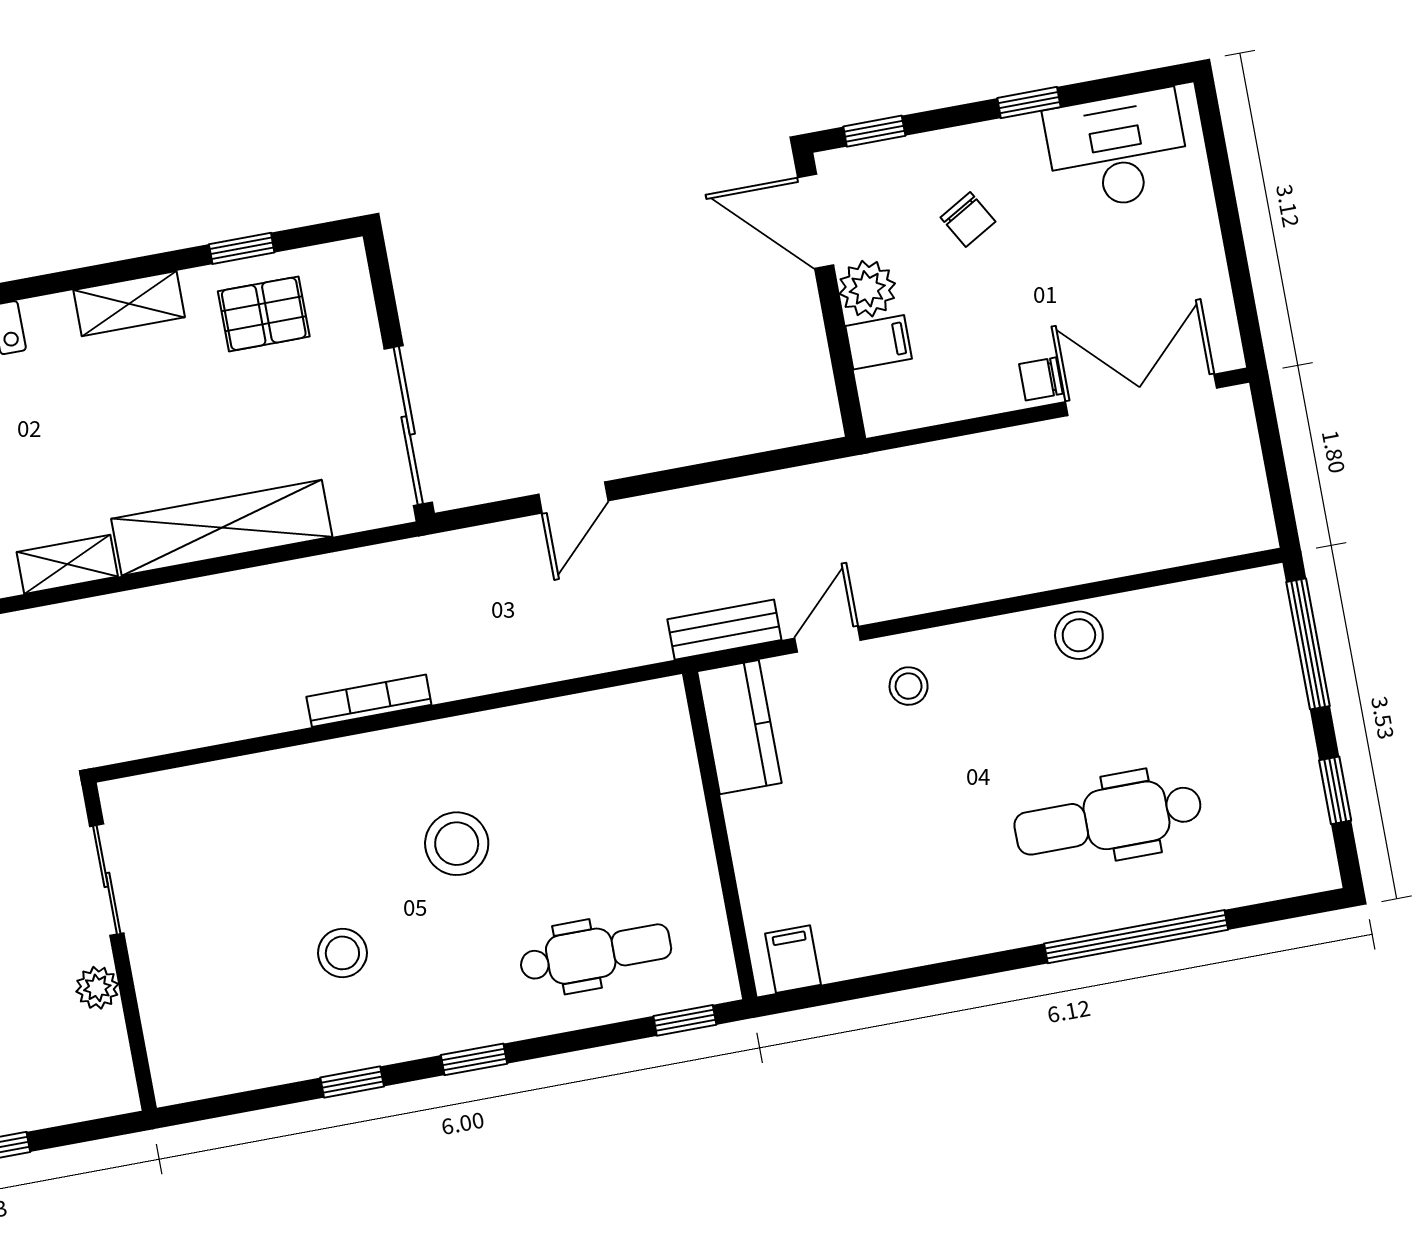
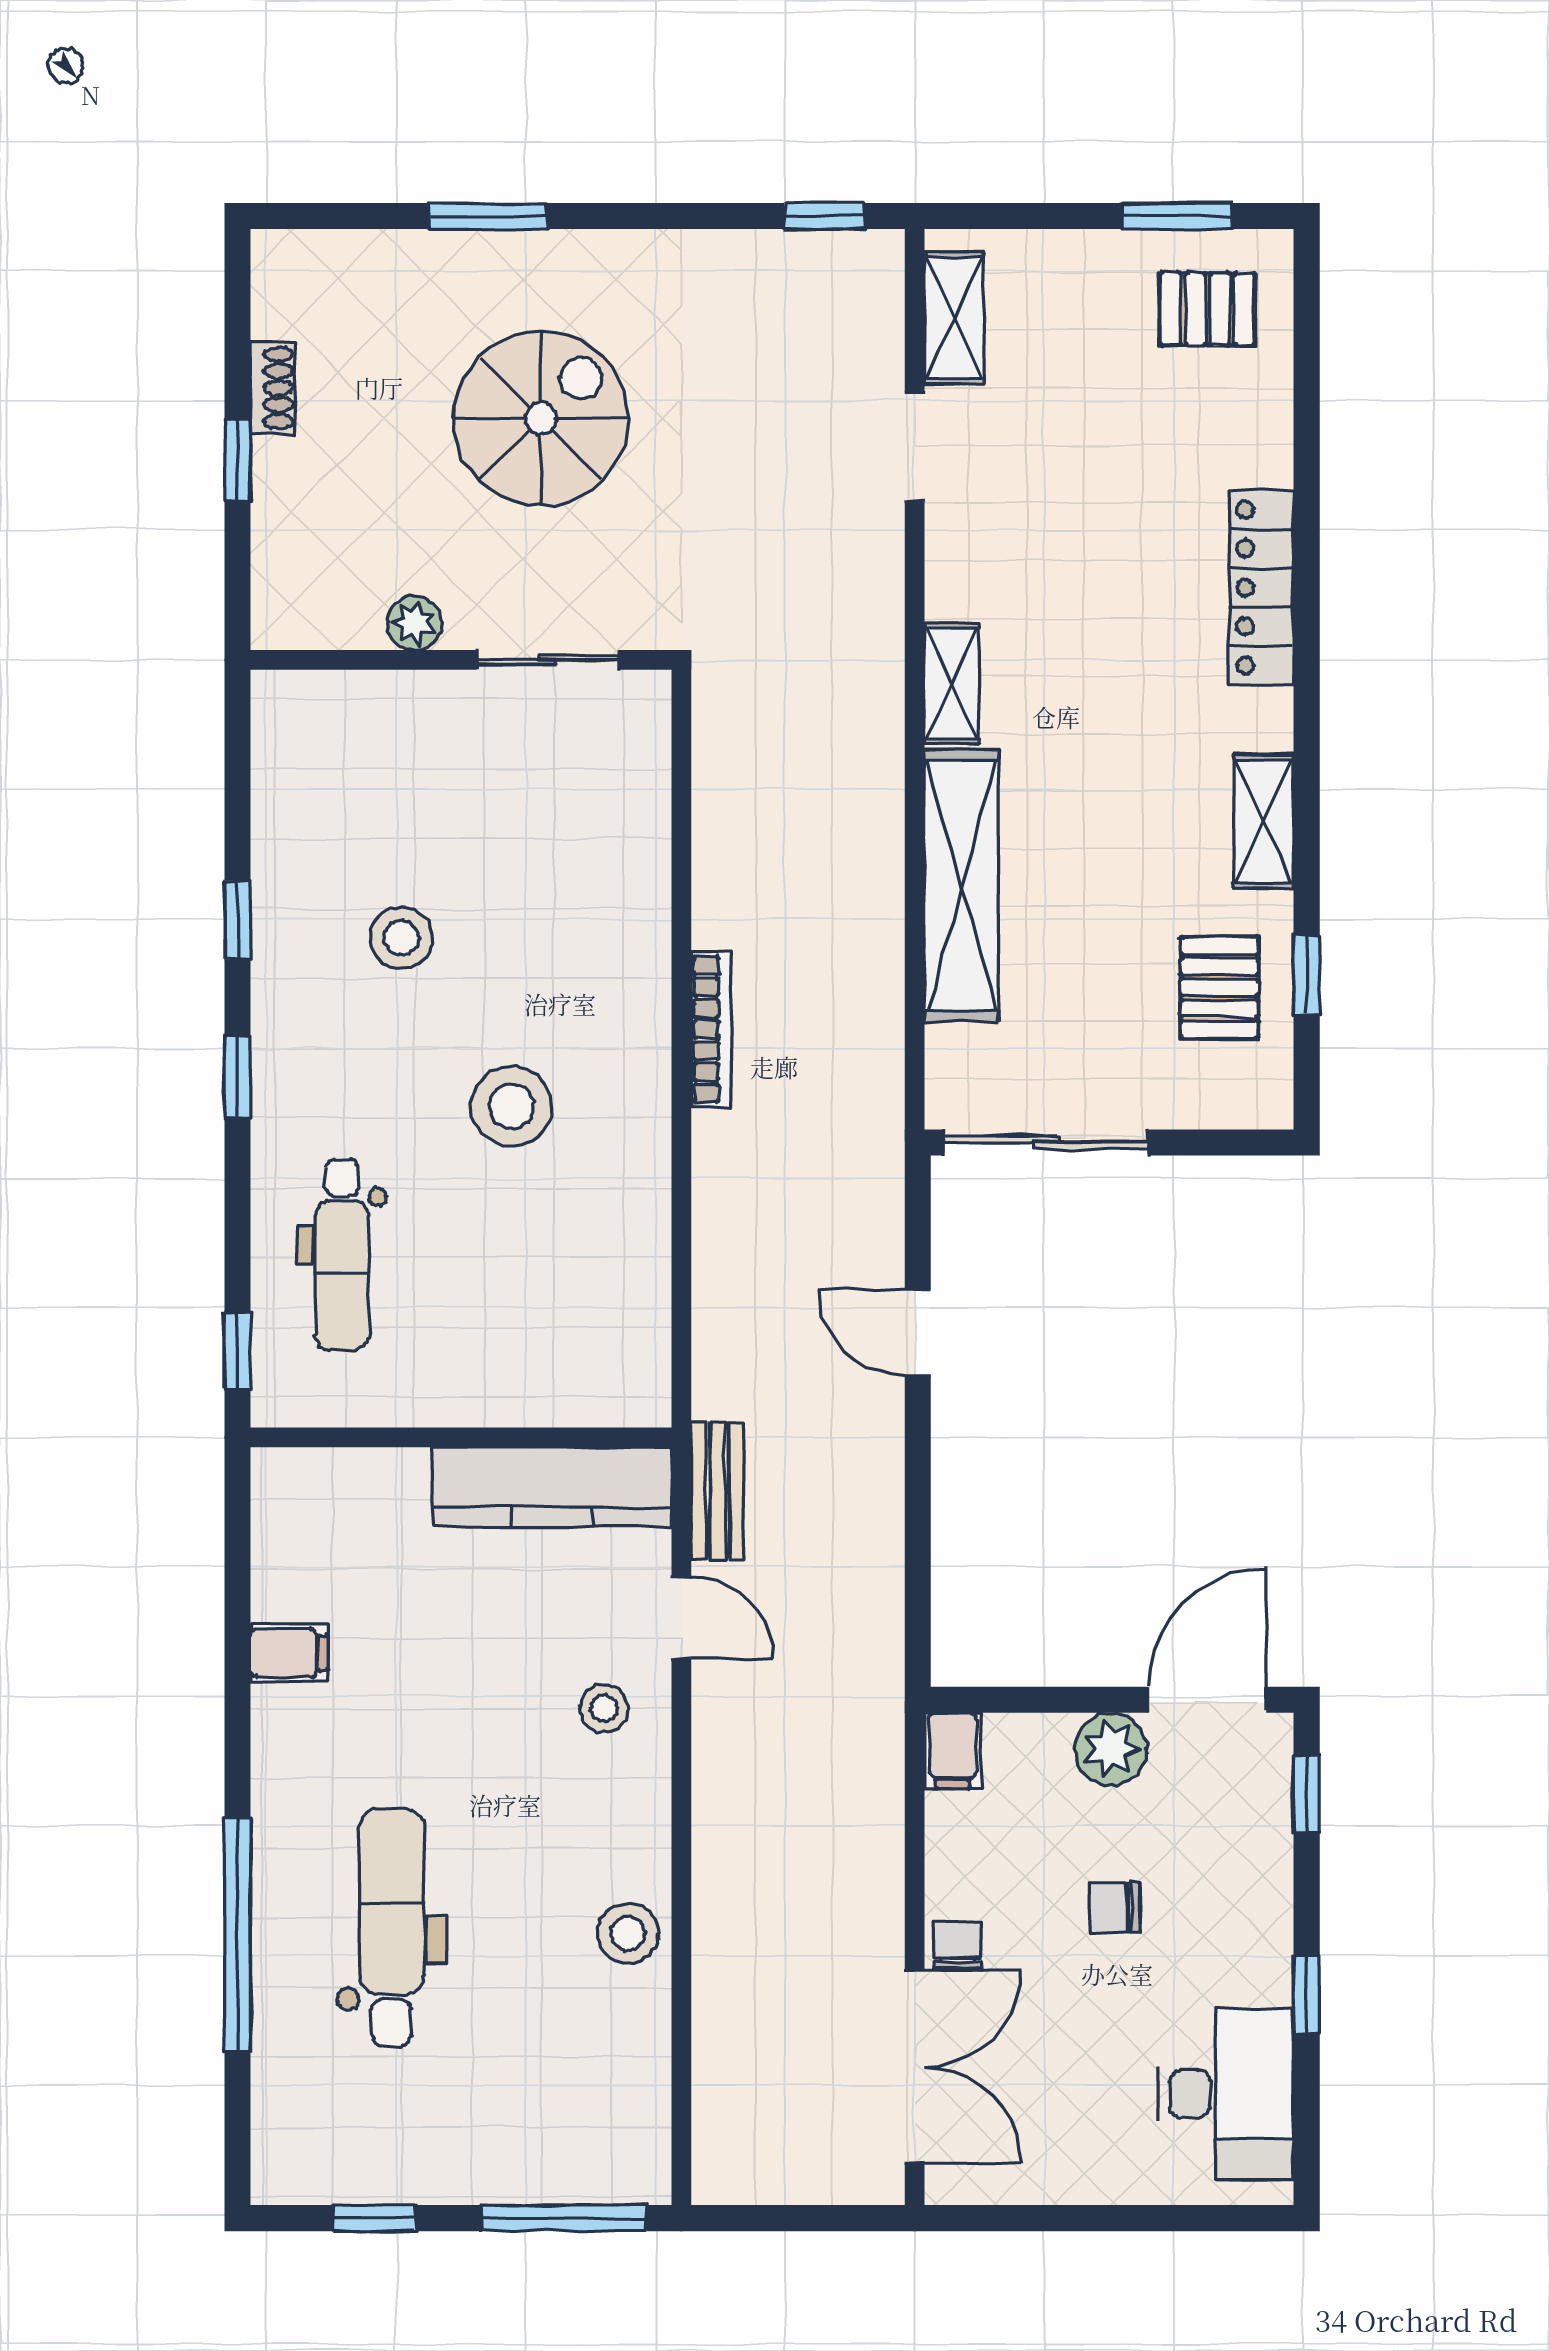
chair: (968, 220) -> (1115, 1907), moved, turned 30
filing cabinet: (879, 342) -> (953, 1751), moved
kitchen counter: (739, 727) -> (552, 1487), width x1.50
filing cabinet: (793, 959) -> (289, 1653), moved

